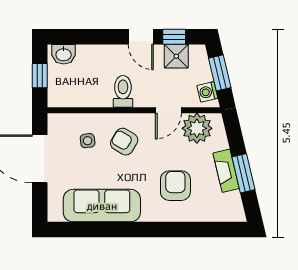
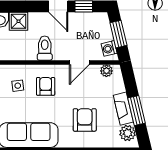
shower: (176, 56) -> (19, 21), moved
plant: (197, 128) -> (106, 71), width x0.53, depth x0.53
armchair: (124, 142) -> (46, 86), turned 59
plant: (232, 203) -> (128, 133), added

